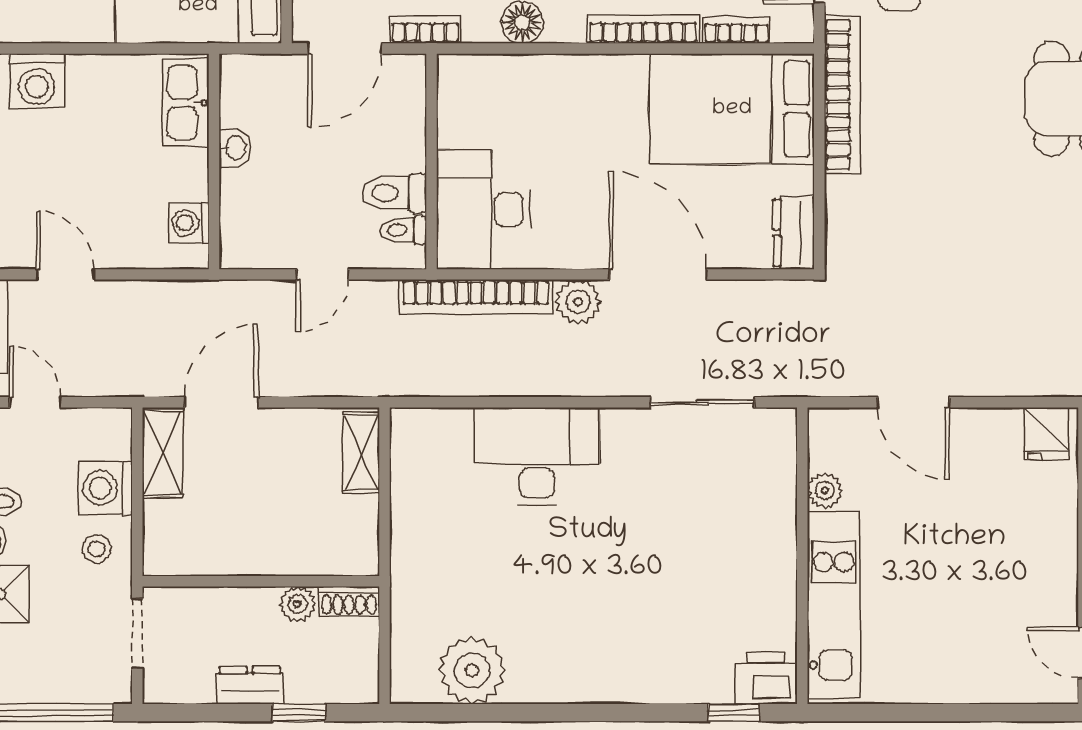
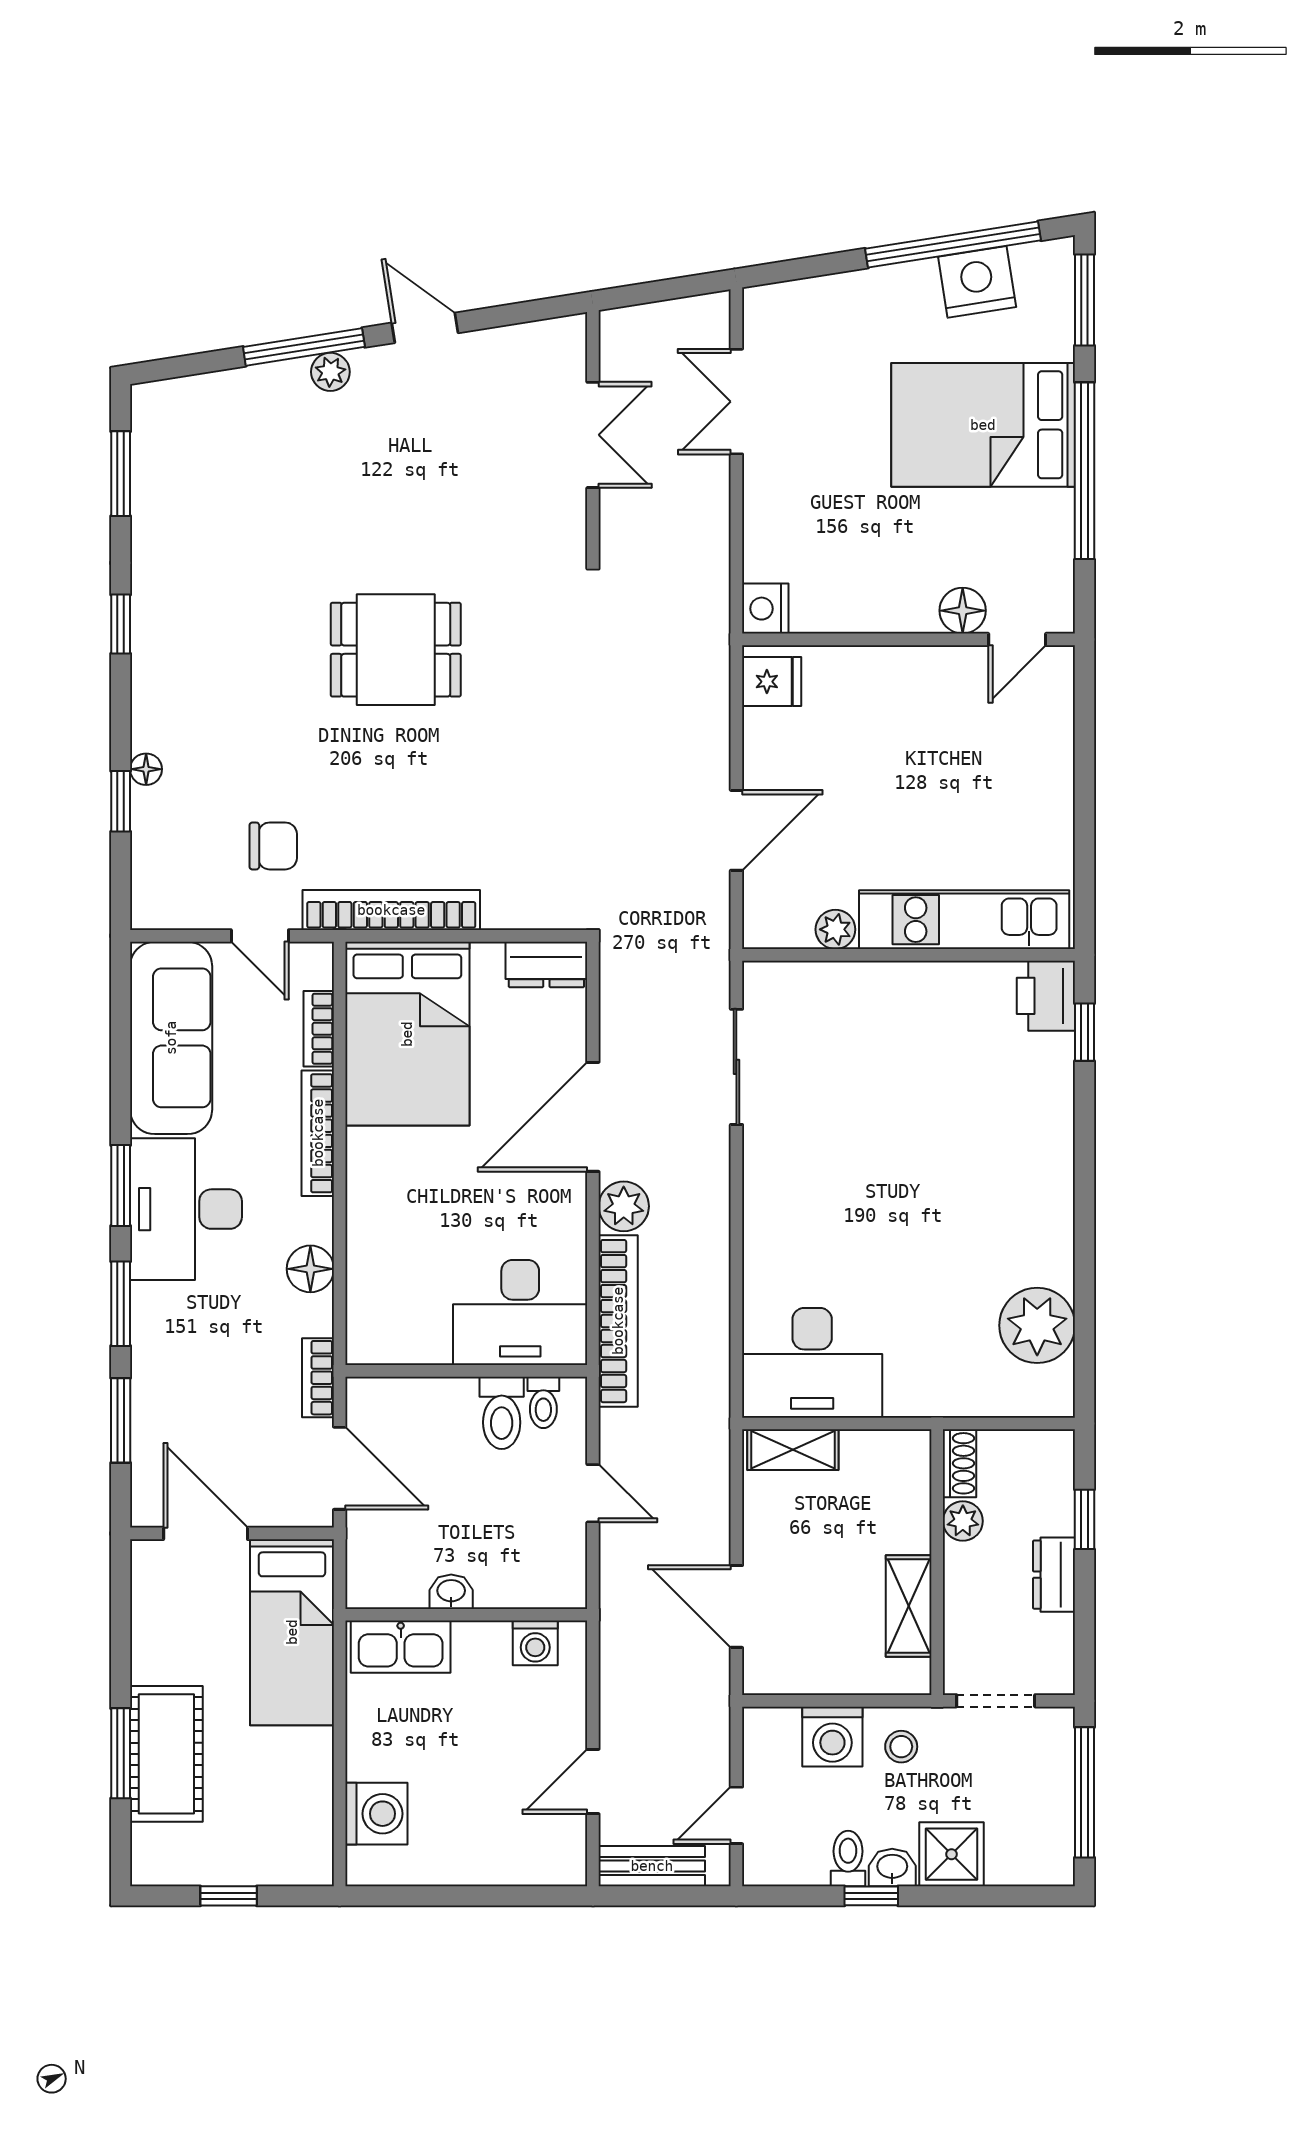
shelving: (163, 453) -> (909, 1606), moved, turned 90
desk: (537, 456) -> (812, 1363), moved, turned -90

